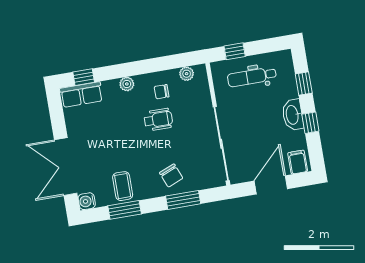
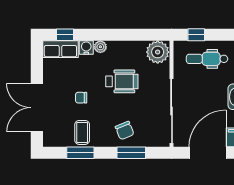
plant: (187, 74) -> (158, 52), width x1.88, depth x1.88
chair: (162, 92) -> (81, 98), moved
wheelchair: (158, 120) -> (122, 81), width x1.36, depth x1.37
door: (271, 185) -> (208, 153), width x1.36
water cooler: (87, 201) -> (86, 48), moved, turned 90

